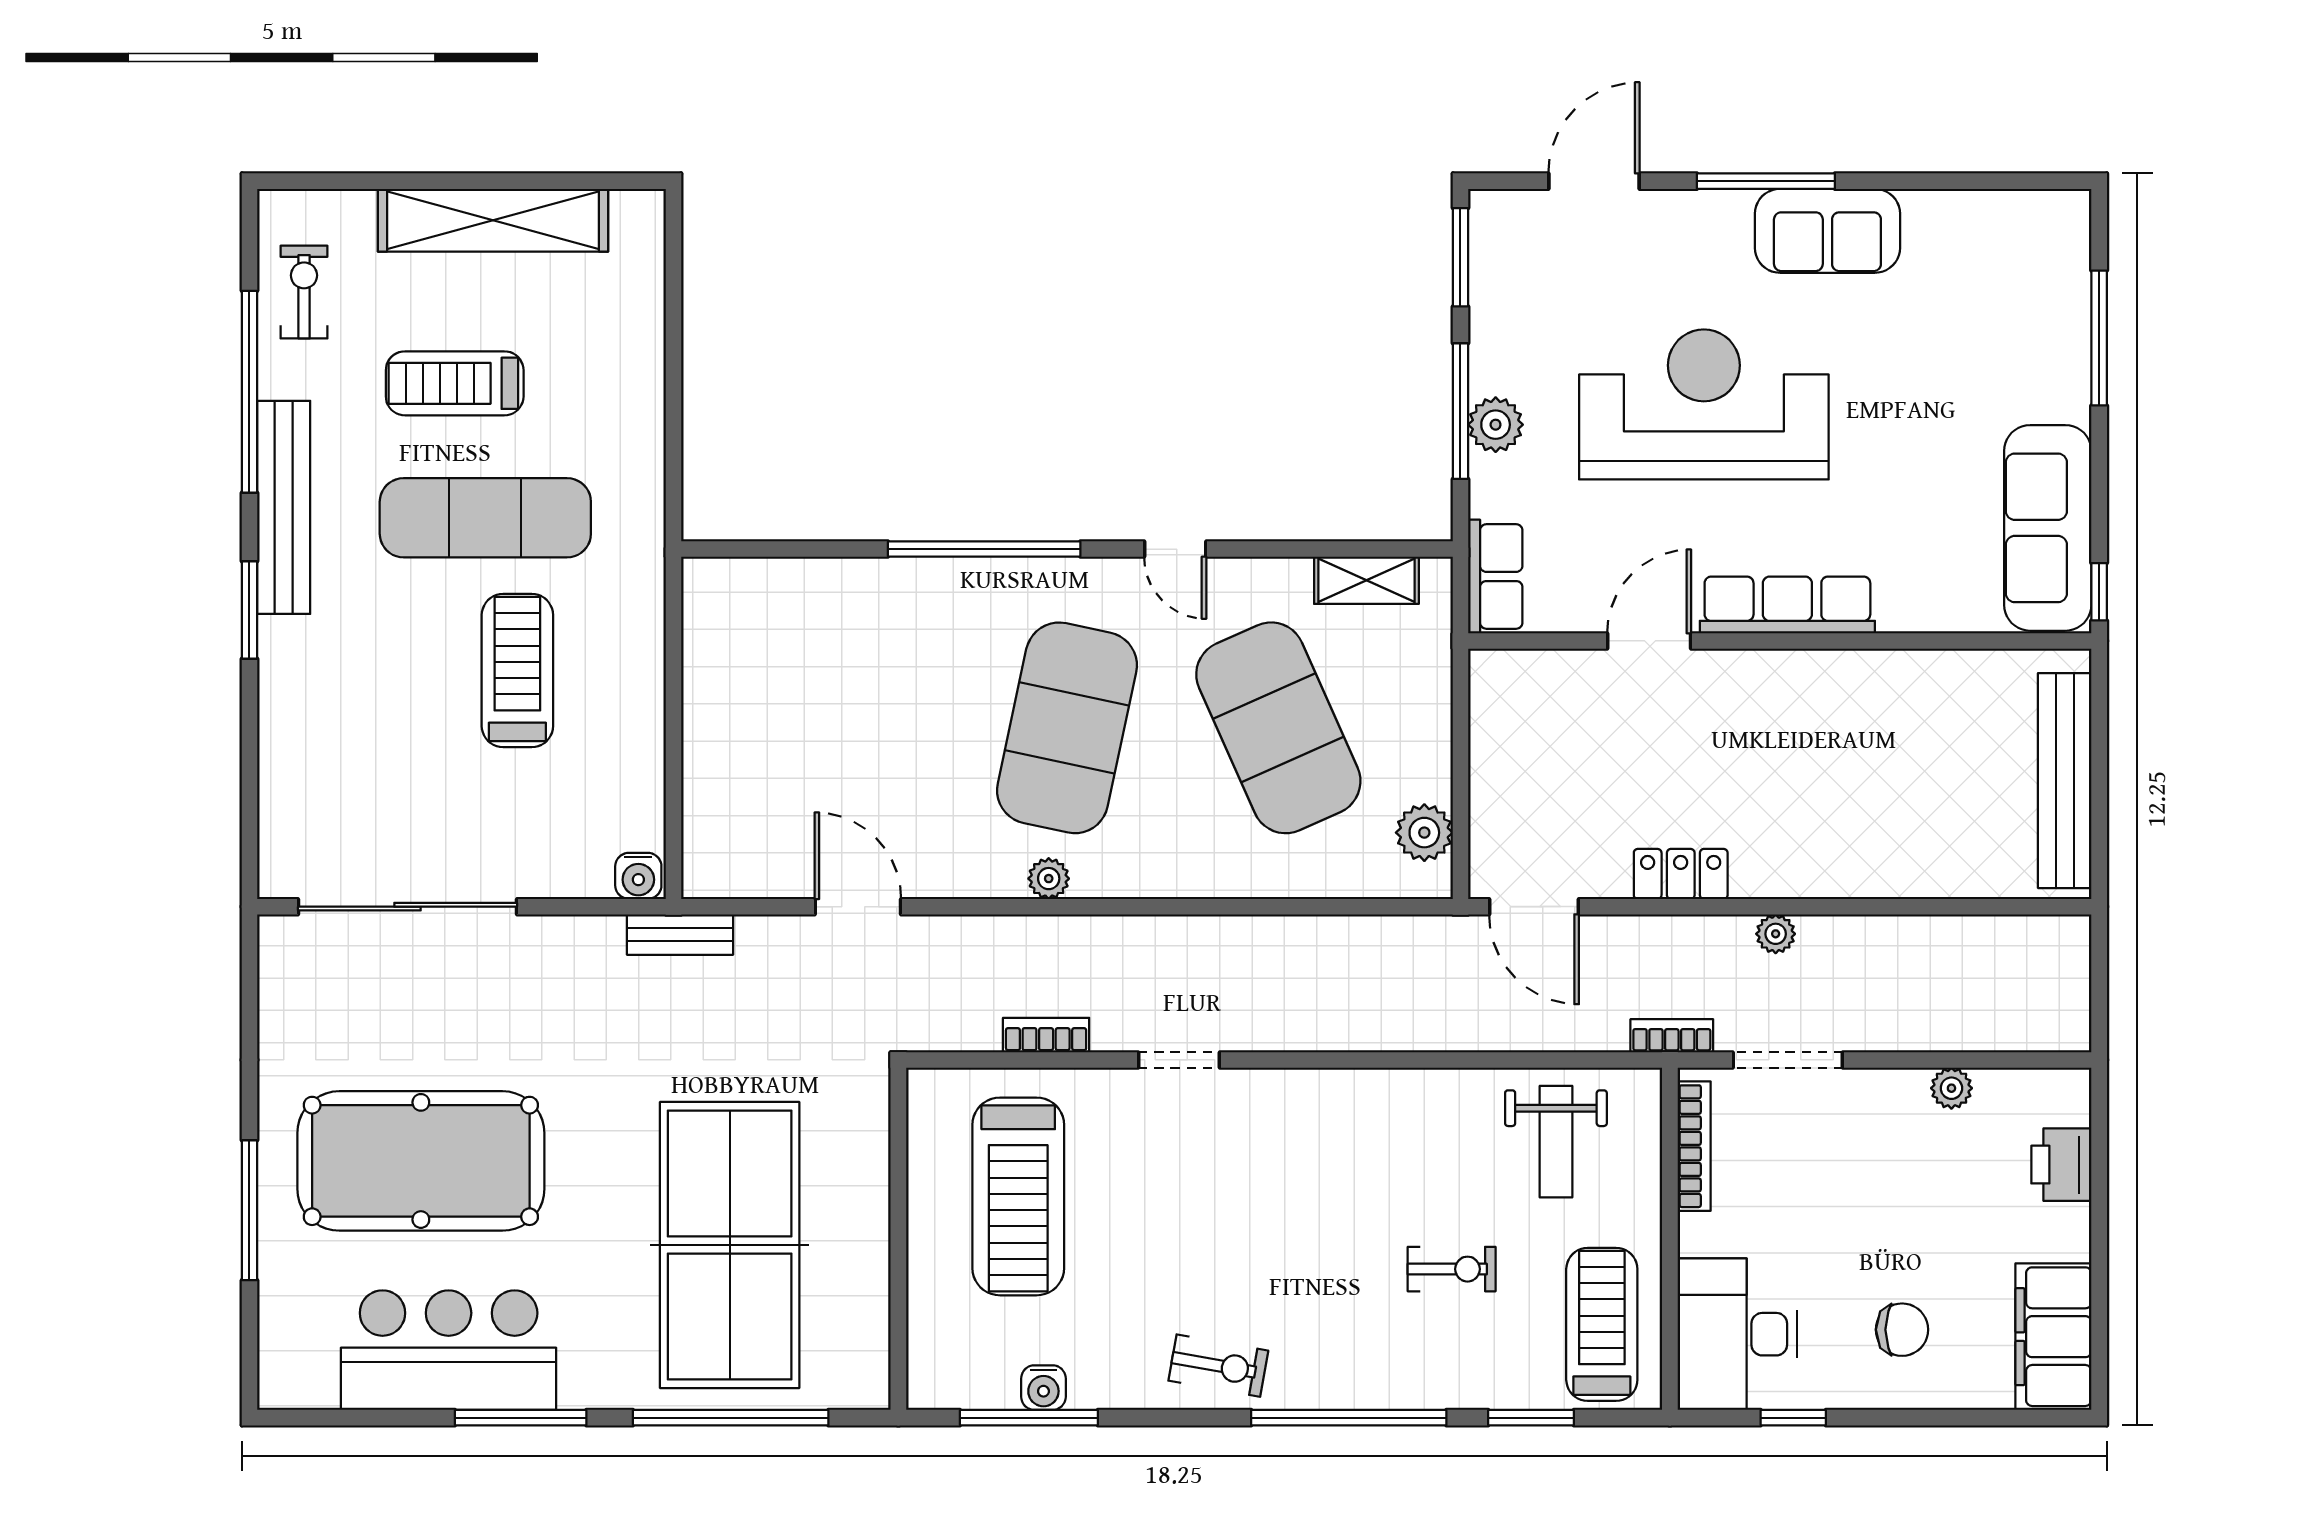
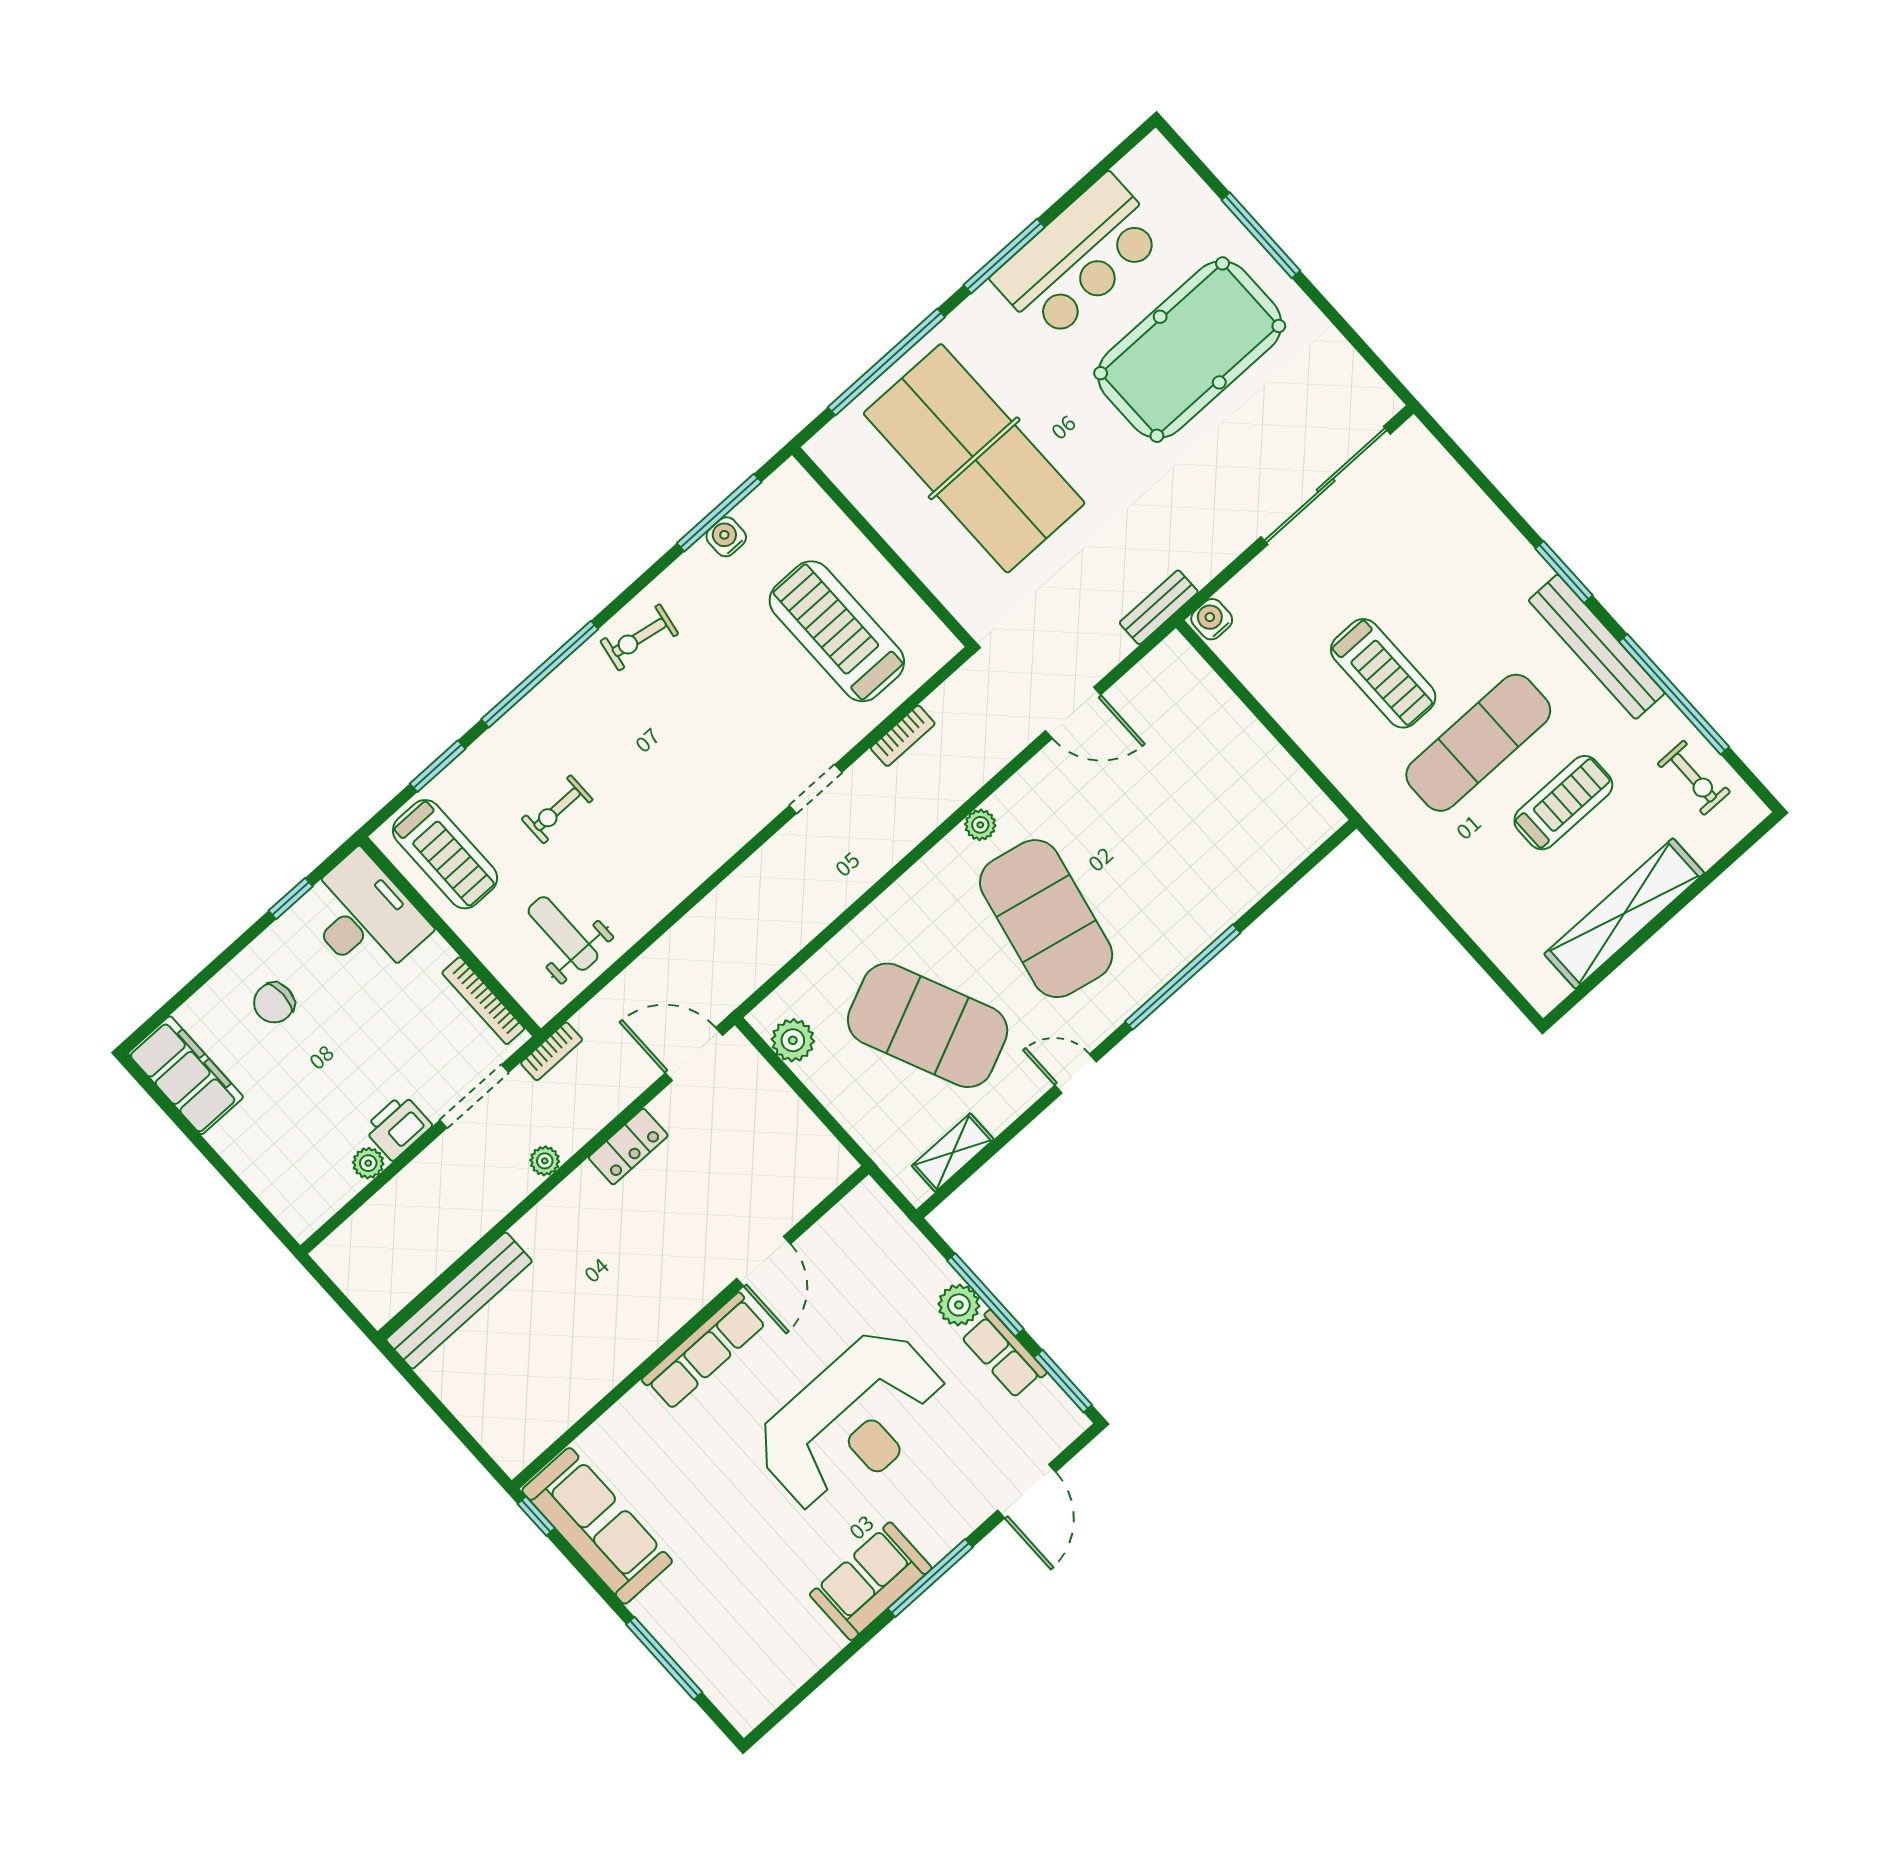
row of seats: (1495, 576) -> (1004, 1354), moved
bench: (2065, 781) -> (459, 1301), moved, turned 90
printer: (2061, 1165) -> (398, 1127), moved, turned -90

